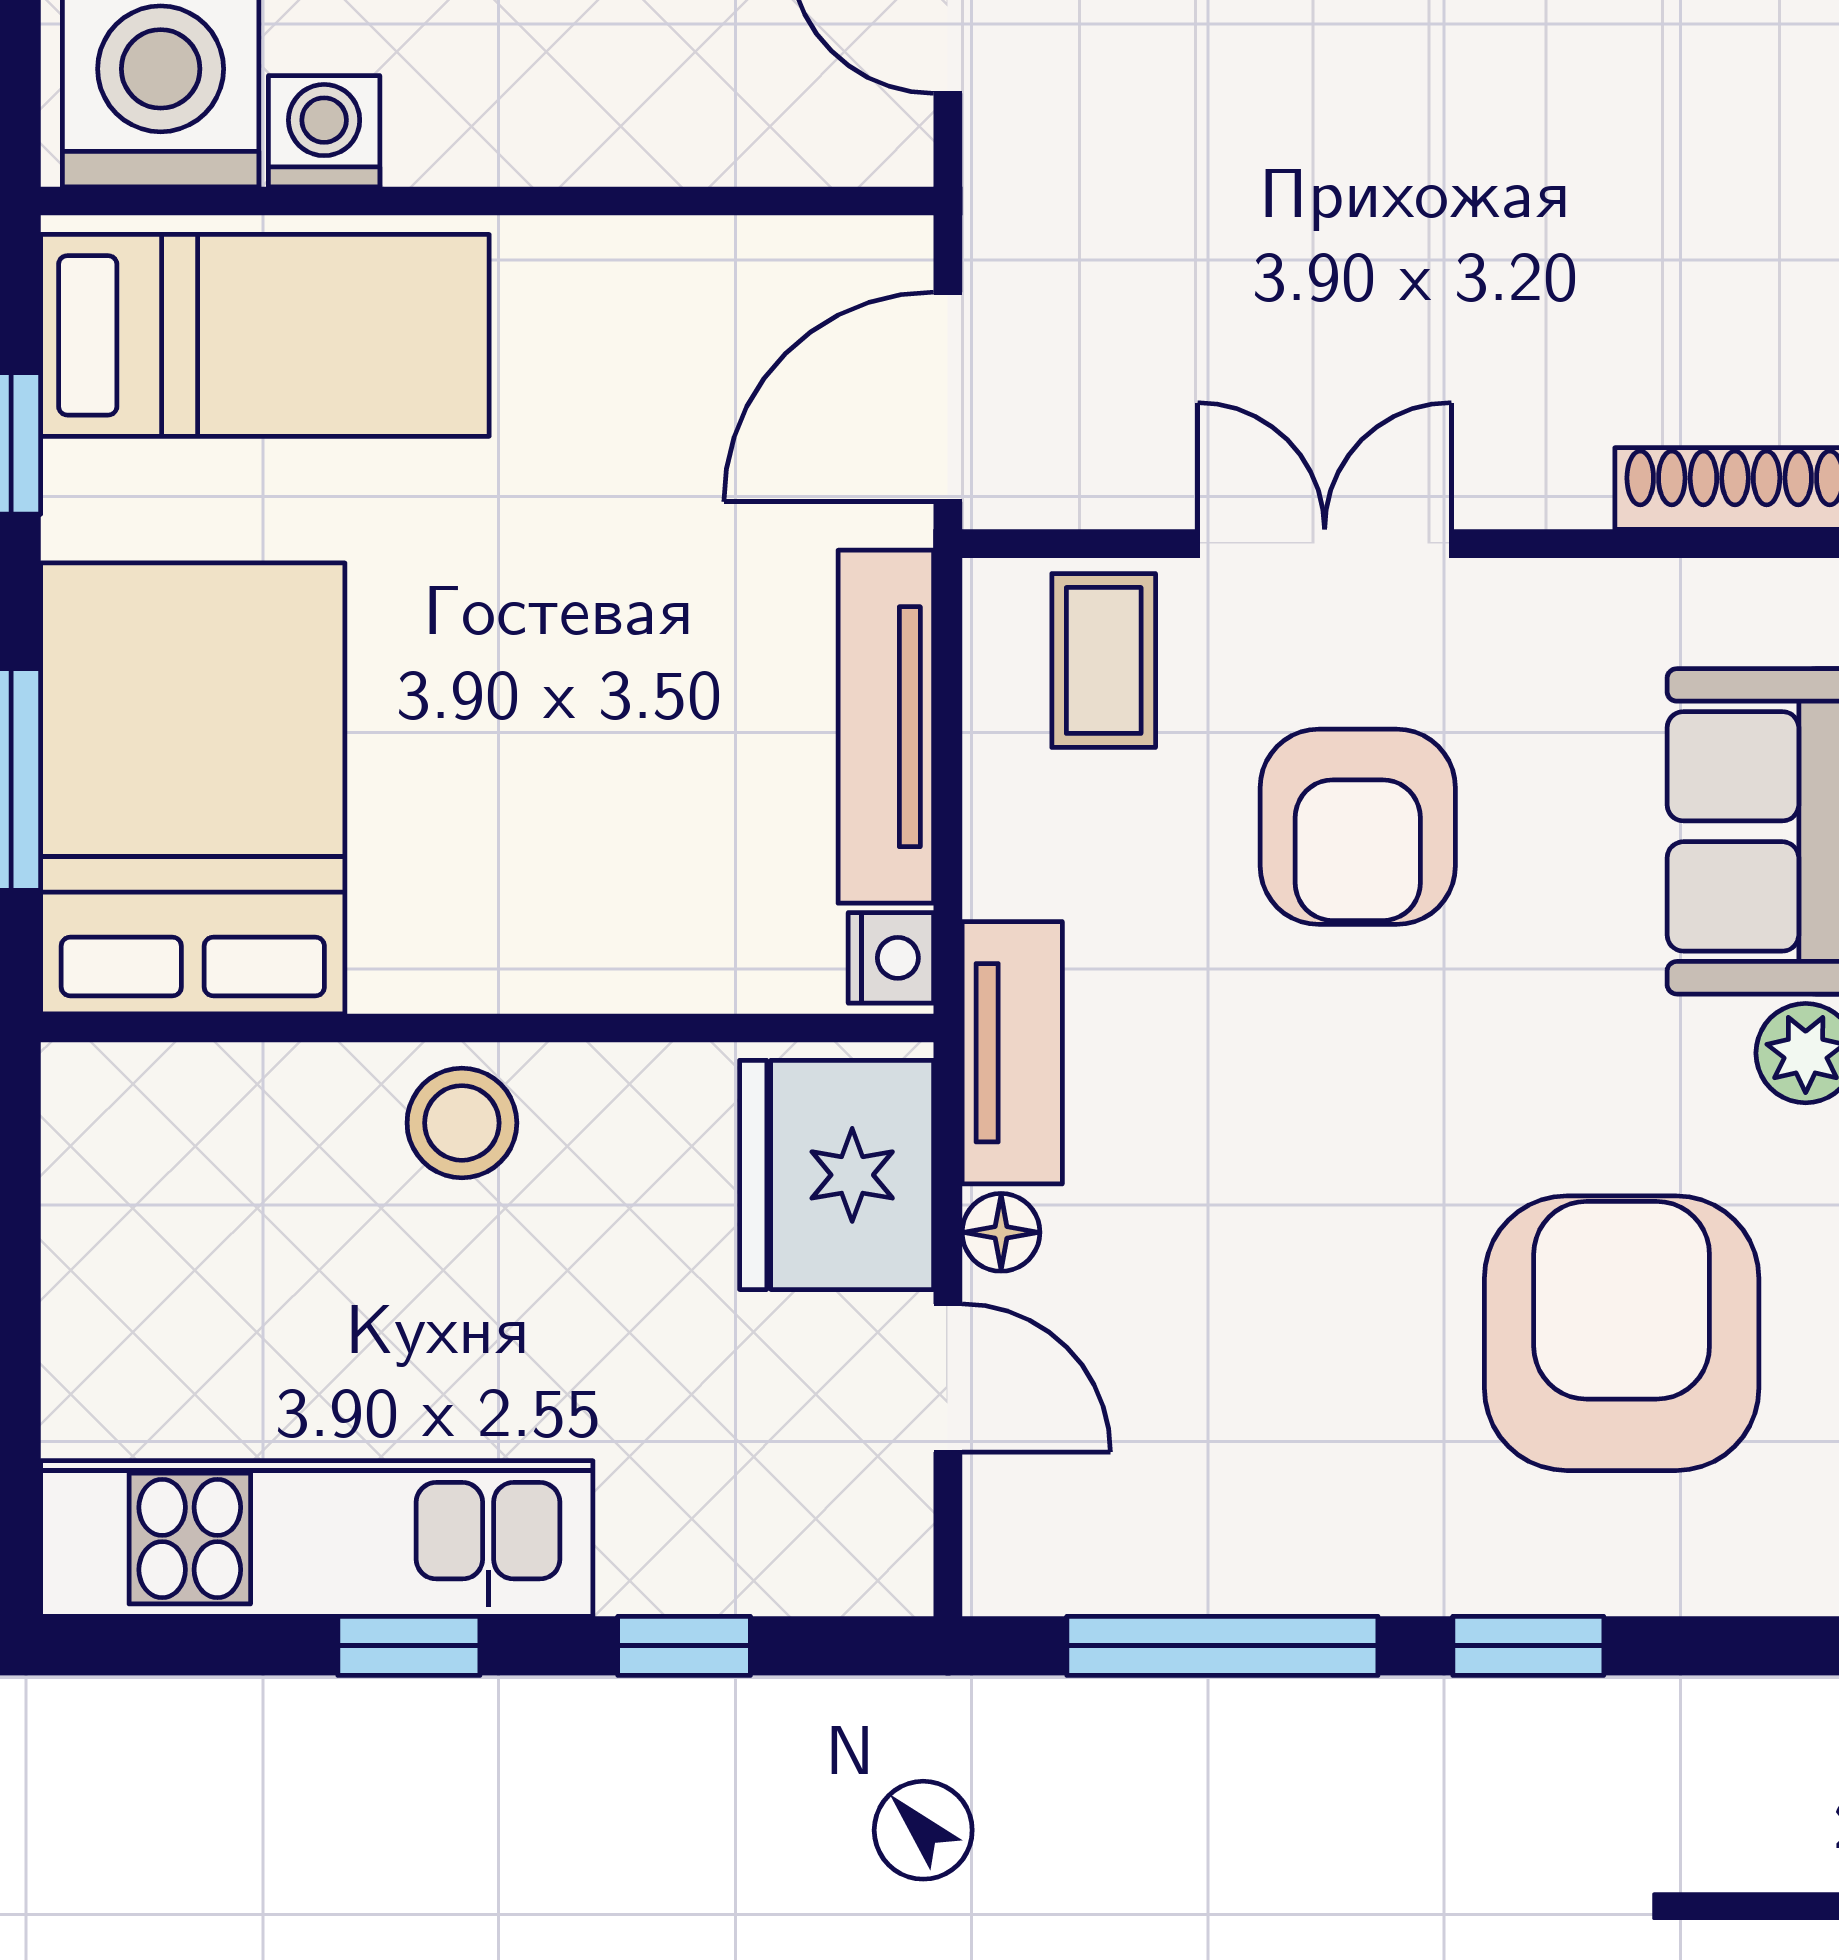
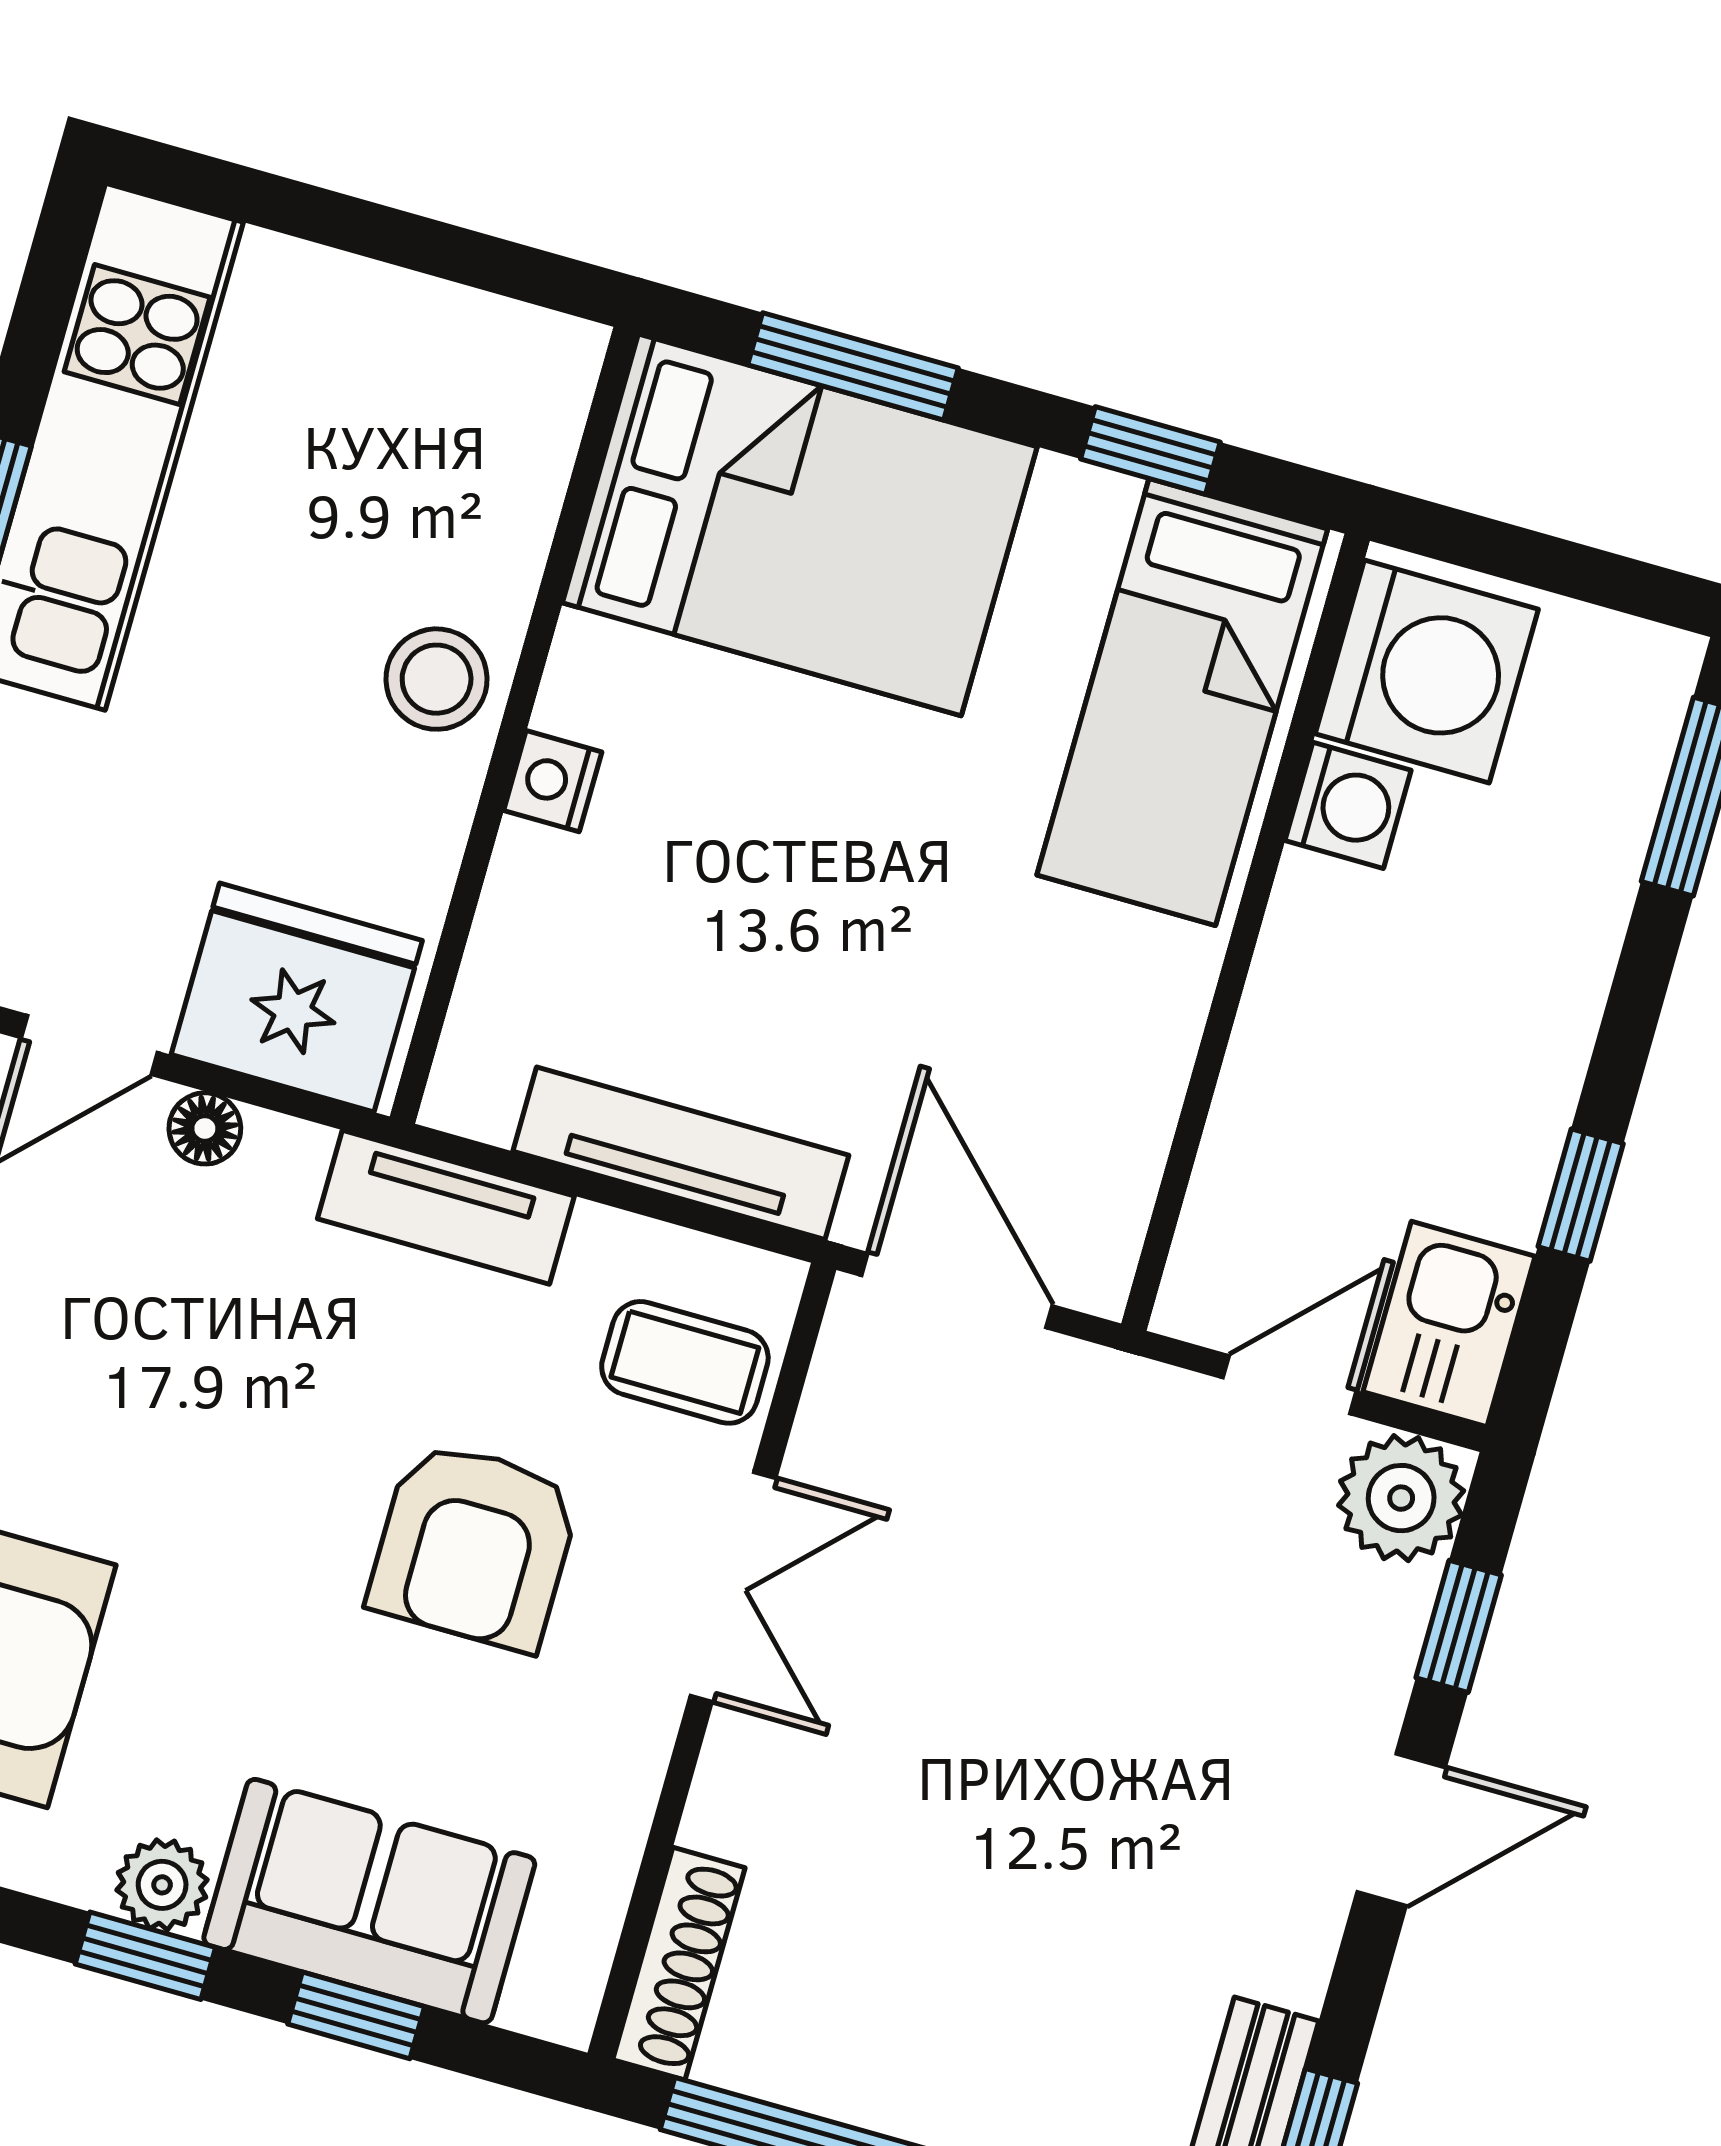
armchair: (1358, 827) -> (474, 1545), turned -90
nightstand: (891, 958) -> (553, 781), moved, turned 90
tv unit: (1012, 1053) -> (446, 1207), moved

